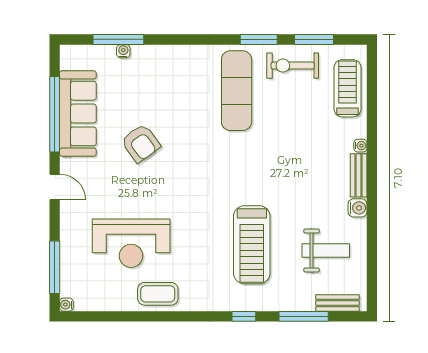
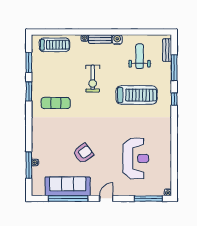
exercise bike: (293, 66) -> (93, 79), moved
treadmill: (348, 88) -> (54, 45), turned 180
exercise mat: (237, 91) -> (56, 103), width x0.73, depth x0.69
coffee table: (158, 294) -> (162, 144), removed

